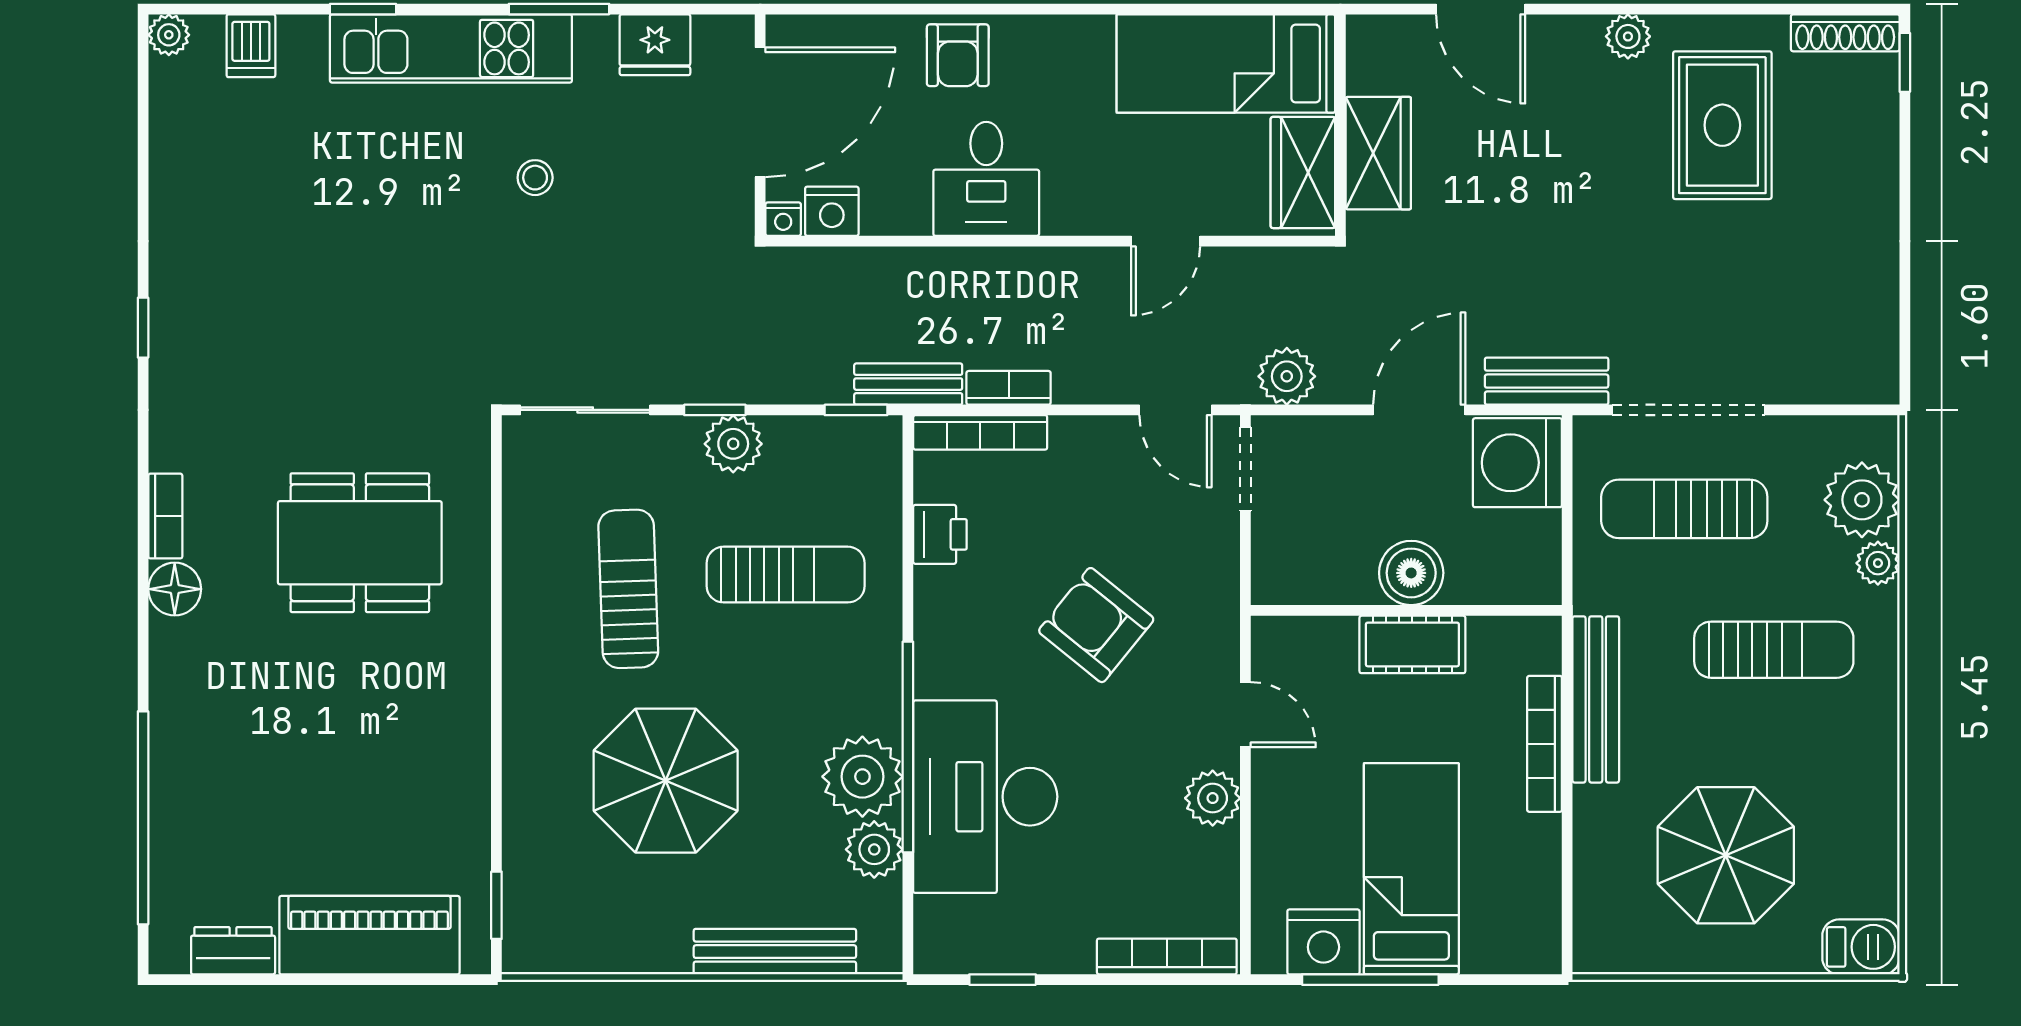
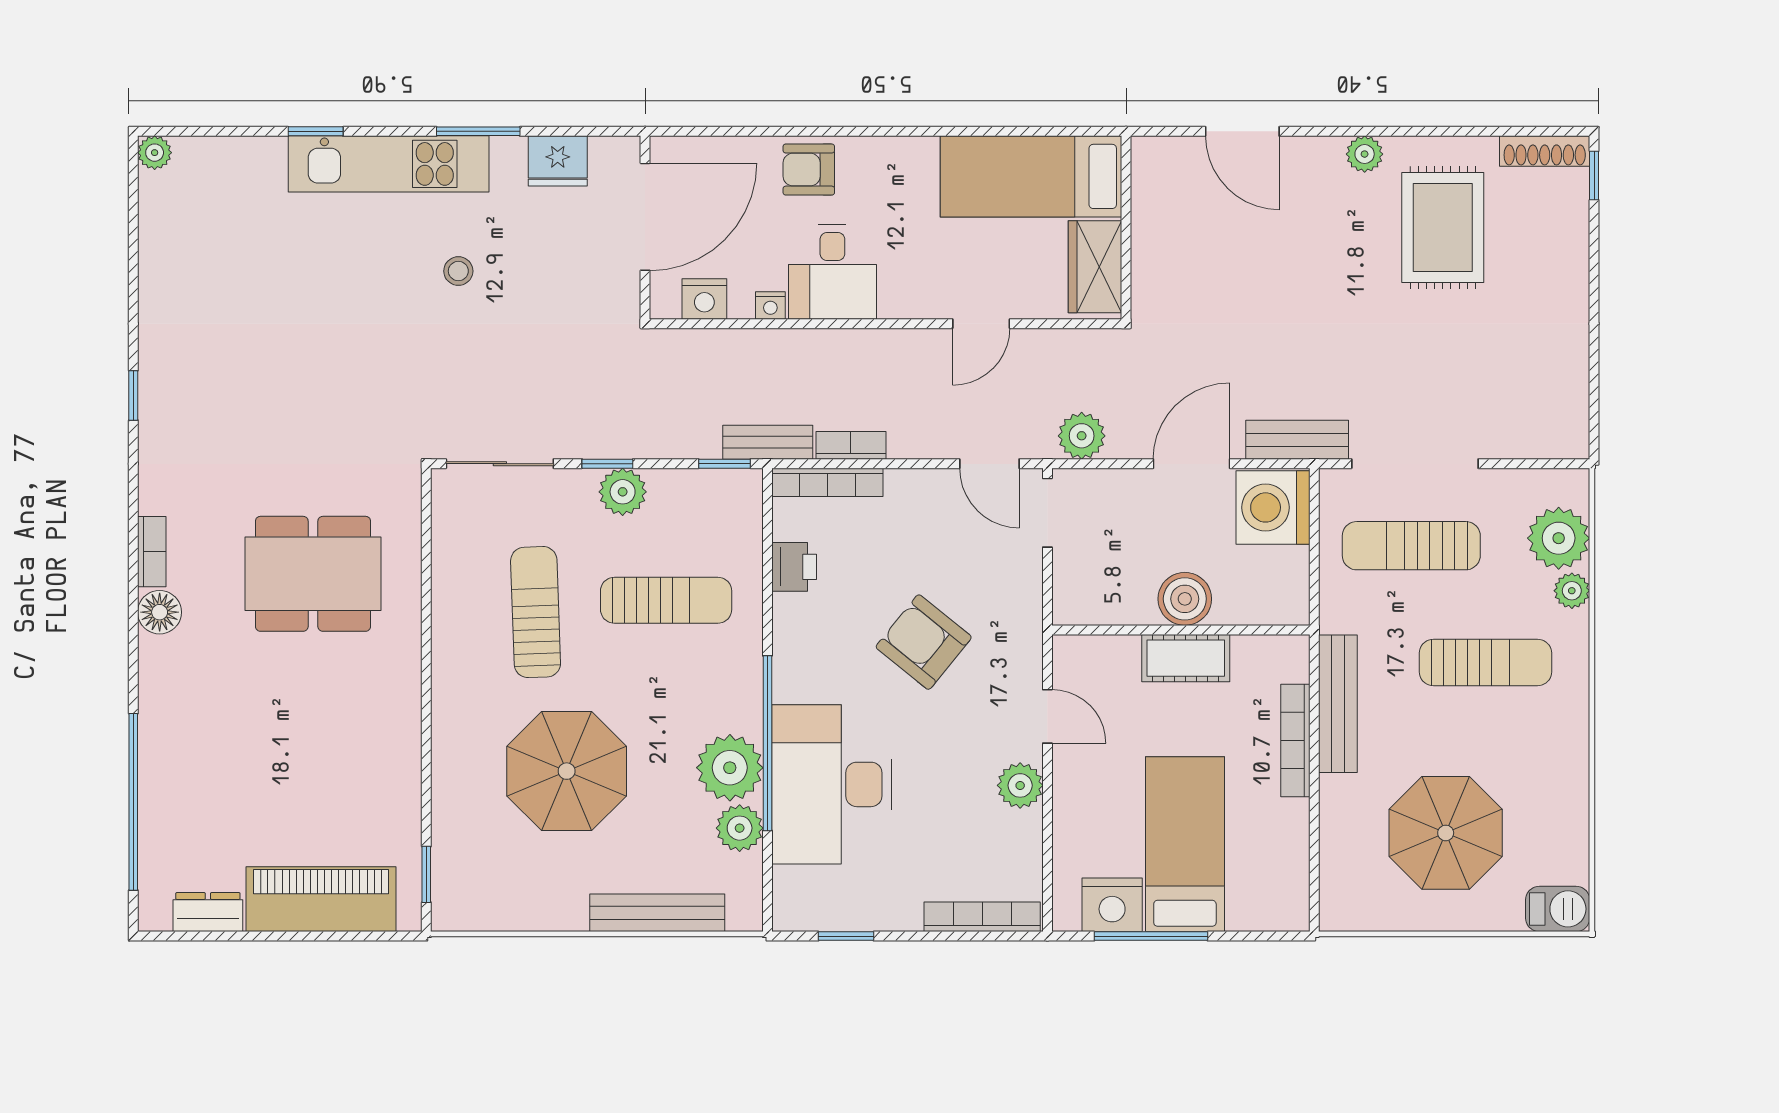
dishwasher: (251, 46) -> (223, 162), removed
armchair: (958, 55) -> (809, 170), turned 90
wardrobe: (1378, 153) -> (1158, 251), removed
nightstand: (783, 219) -> (770, 306), moved

